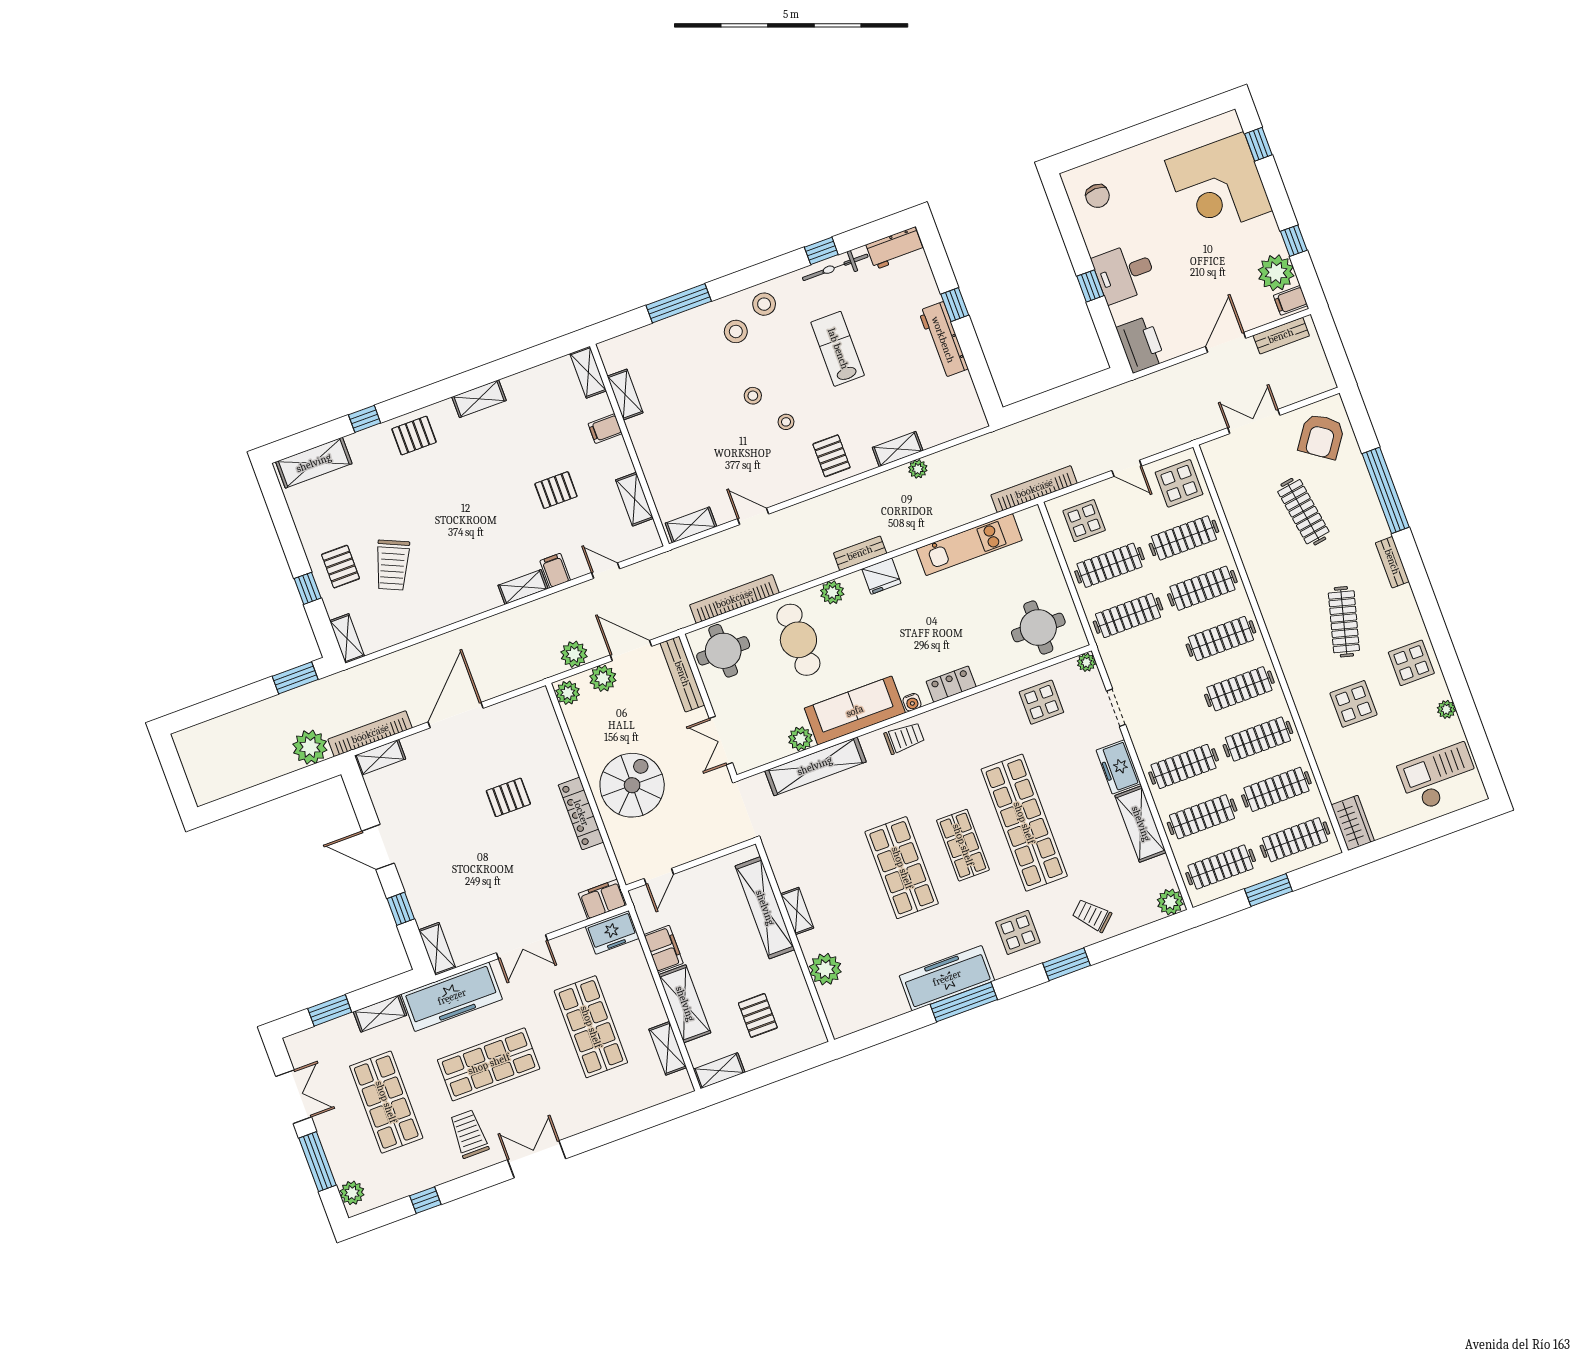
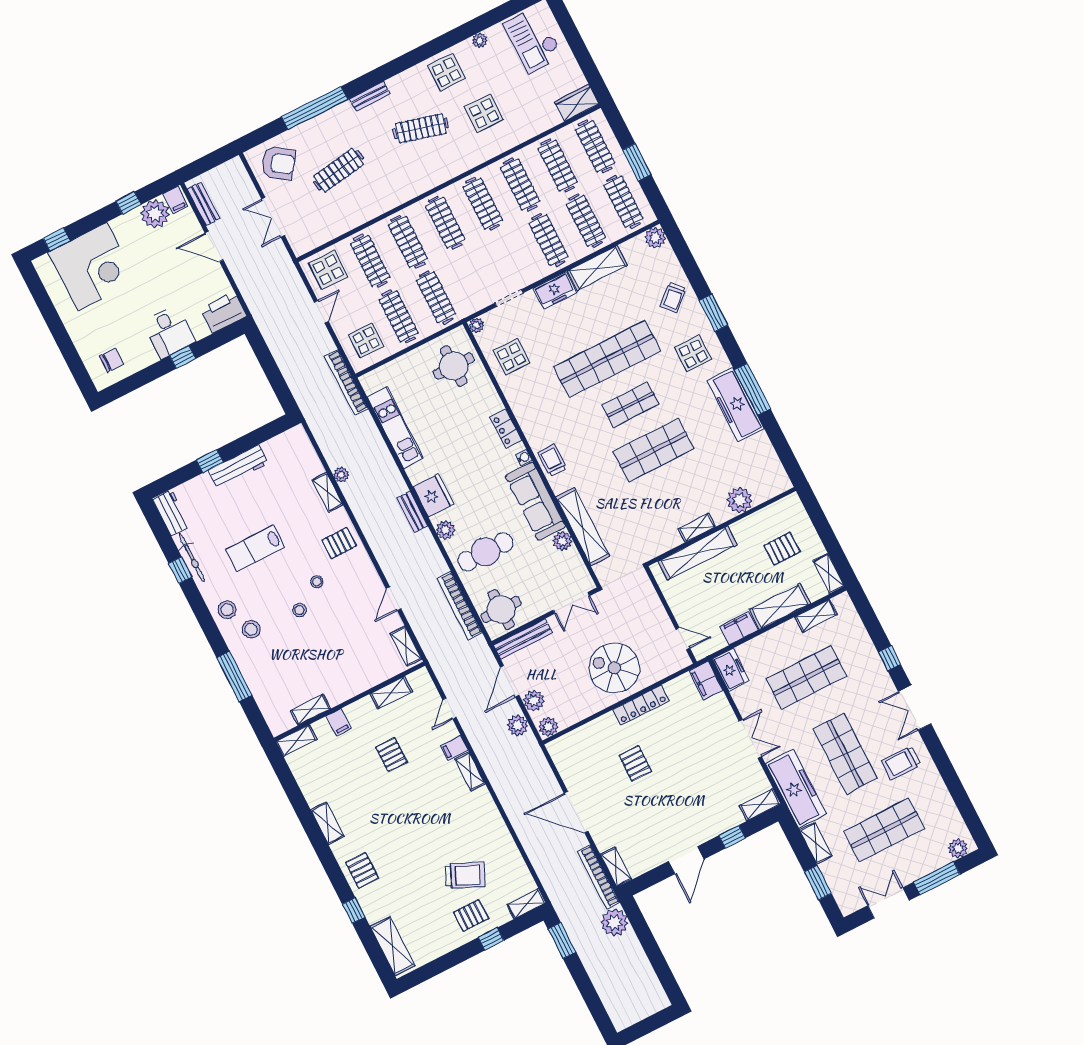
fridge: (881, 576) -> (434, 495), width x1.36, depth x1.34
window: (425, 1200) -> (889, 658), moved

